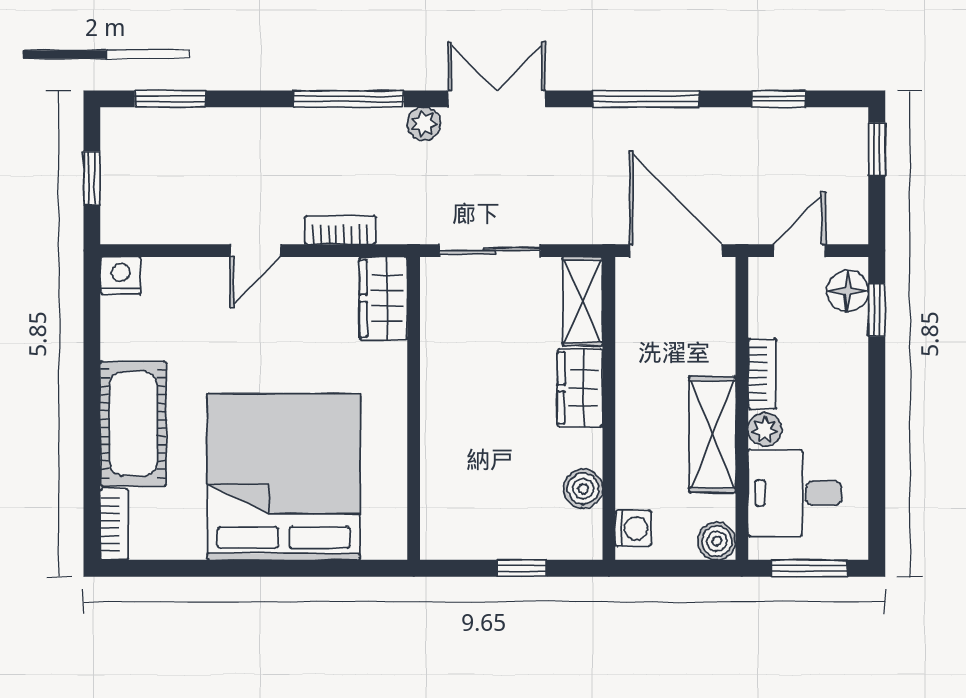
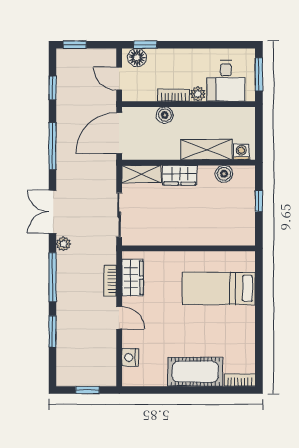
window: (170, 99) -> (52, 331), moved
nightstand: (121, 276) -> (130, 357), moved
wardrobe: (383, 298) -> (133, 278), moved, turned -90
shelving: (712, 434) -> (206, 150), moved
bed: (284, 477) -> (219, 288), width x0.49
boiler: (717, 541) -> (165, 115), moved

